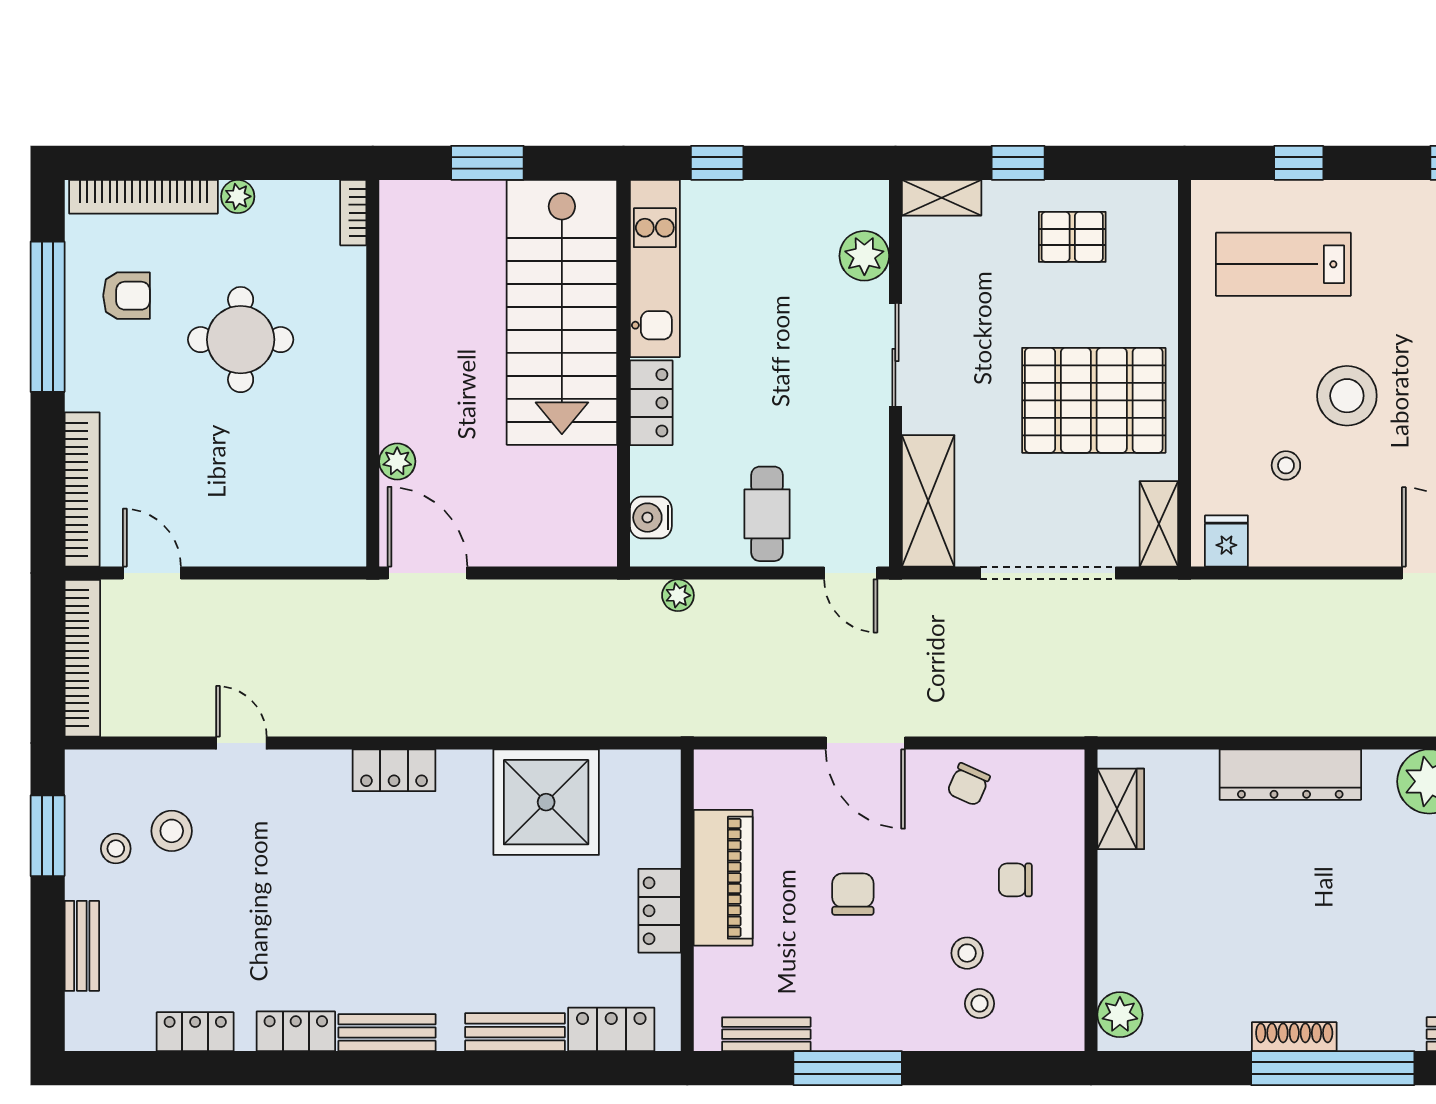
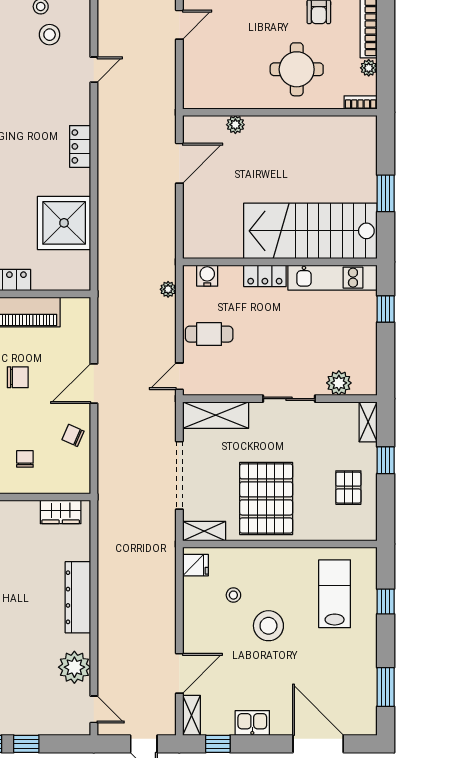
bookcase: (353, 213) -> (361, 102), moved
wall: (373, 373) -> (280, 112), moved
plant: (397, 461) -> (235, 125), moved

